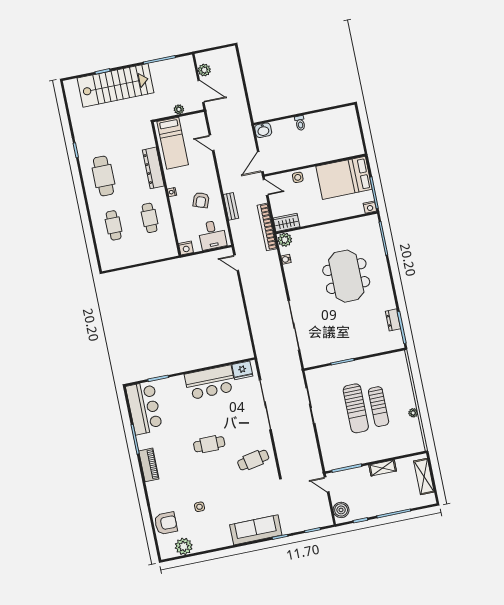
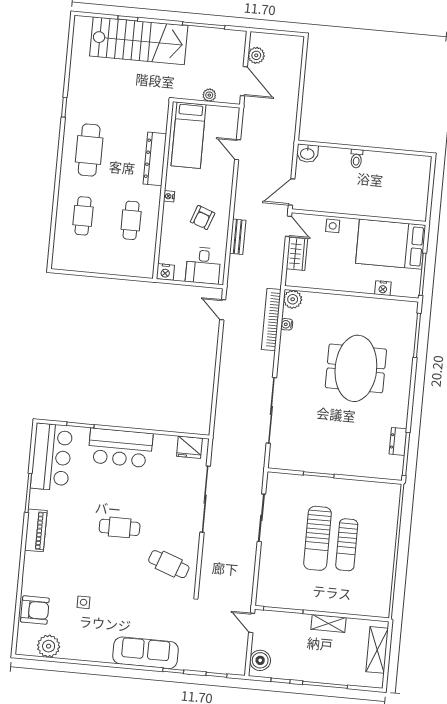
nightstand: (370, 207) -> (383, 288), moved
wardrobe: (286, 222) -> (297, 254), moved, turned 90
bookcase: (267, 227) -> (271, 320), moved
bar counter: (210, 382) -> (120, 448), moved
plant: (413, 413) -> (388, 566), removed
cafe table: (253, 460) -> (169, 564), turned 31

